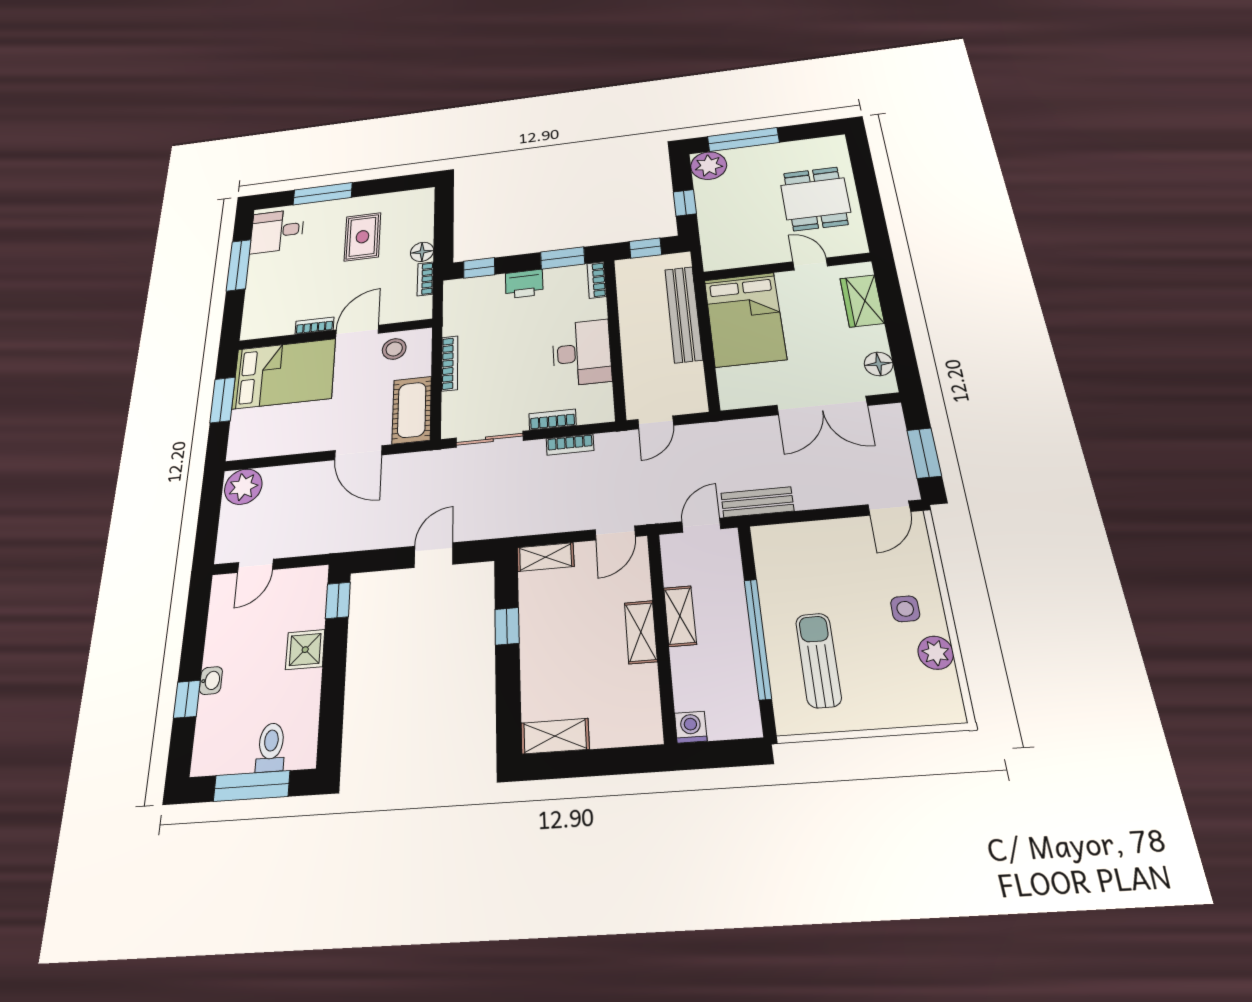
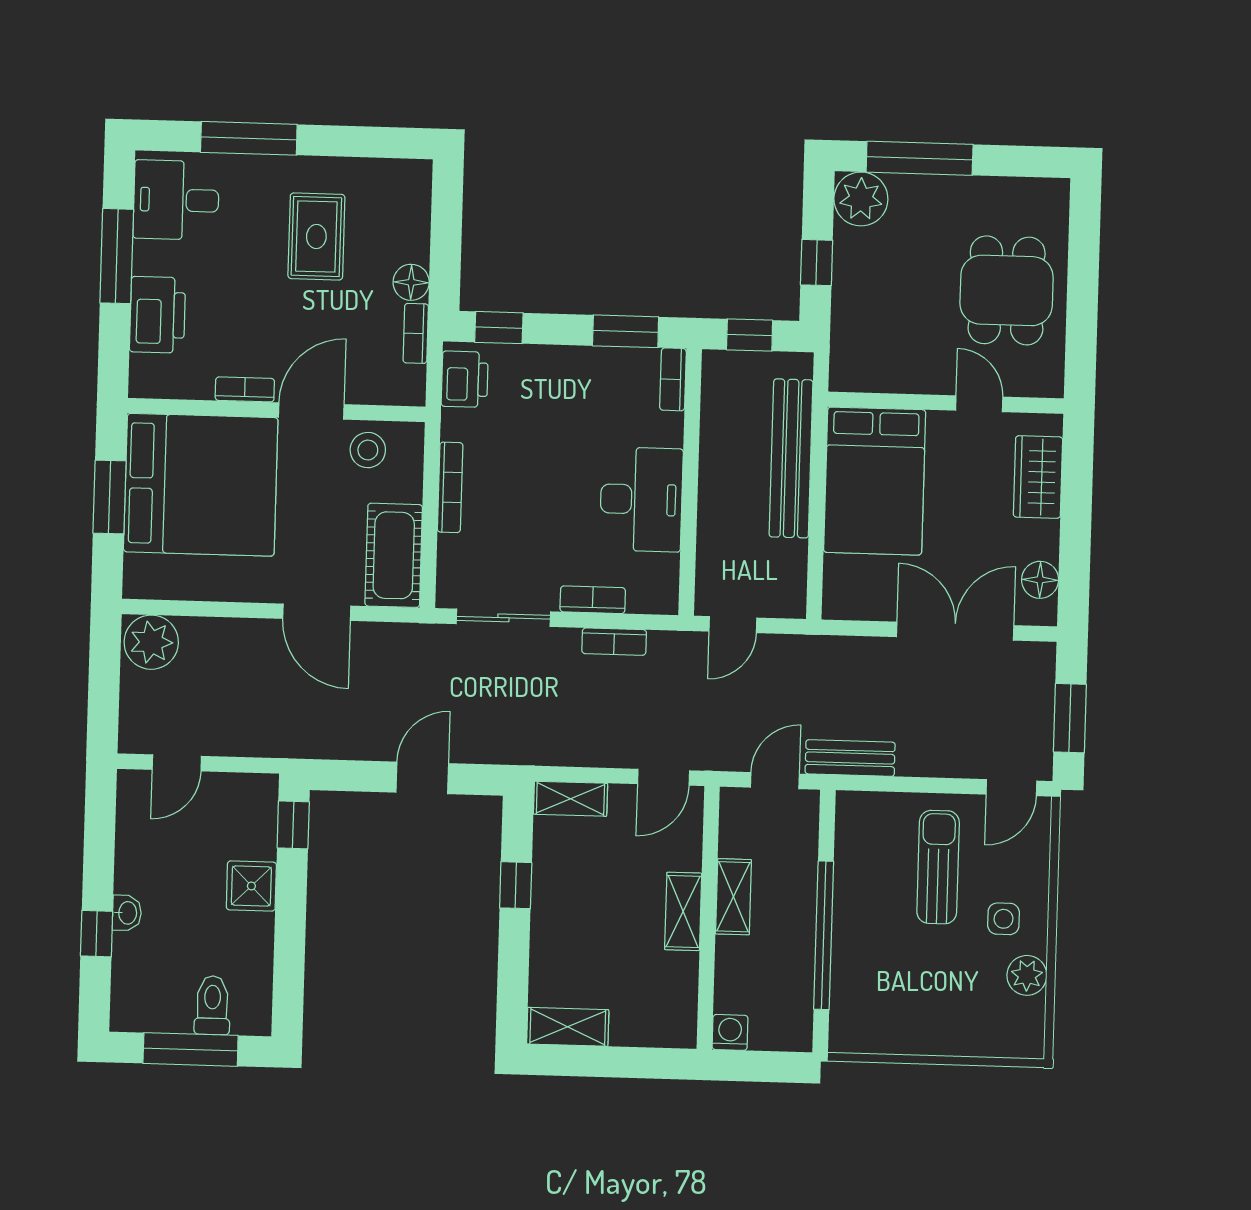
printer: (524, 284) -> (465, 379), moved, turned -90
printer: (262, 292) -> (158, 315), added
bed: (284, 374) -> (201, 485), width x1.36
double door: (822, 405) -> (955, 631), swing flipped
sun lounger: (818, 660) -> (938, 867), moved

